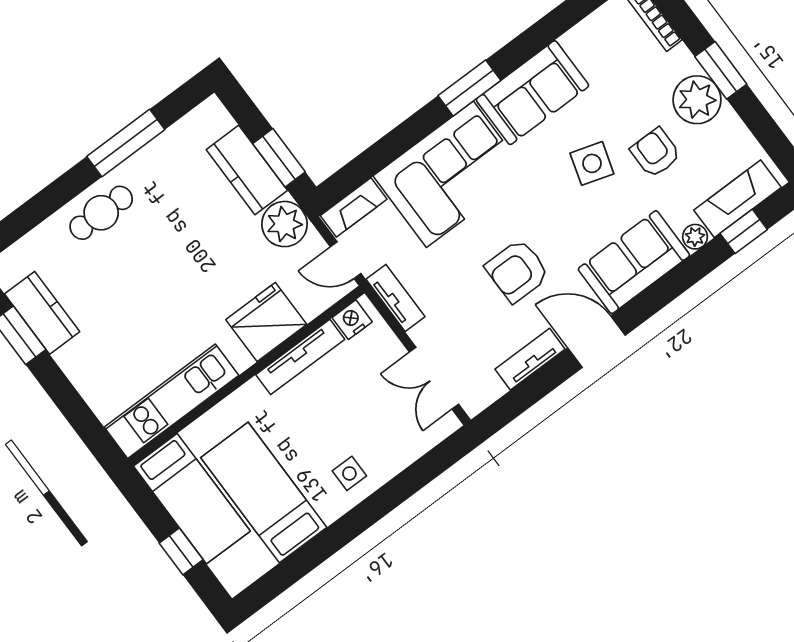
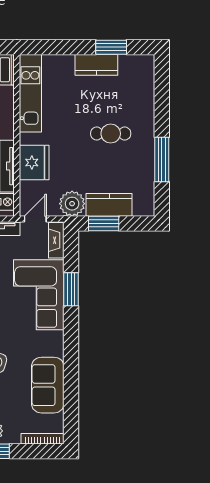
window: (469, 88) -> (71, 289), moved
sofa: (532, 93) -> (48, 385), moved
cafe table: (101, 213) -> (111, 134), moved, turned 90
kitchen counter: (42, 313) -> (96, 65), moved

